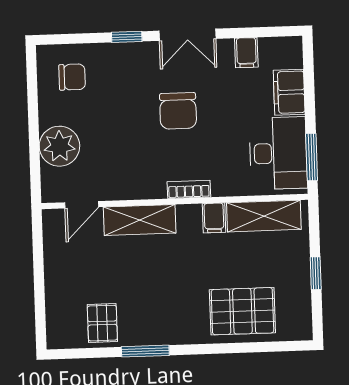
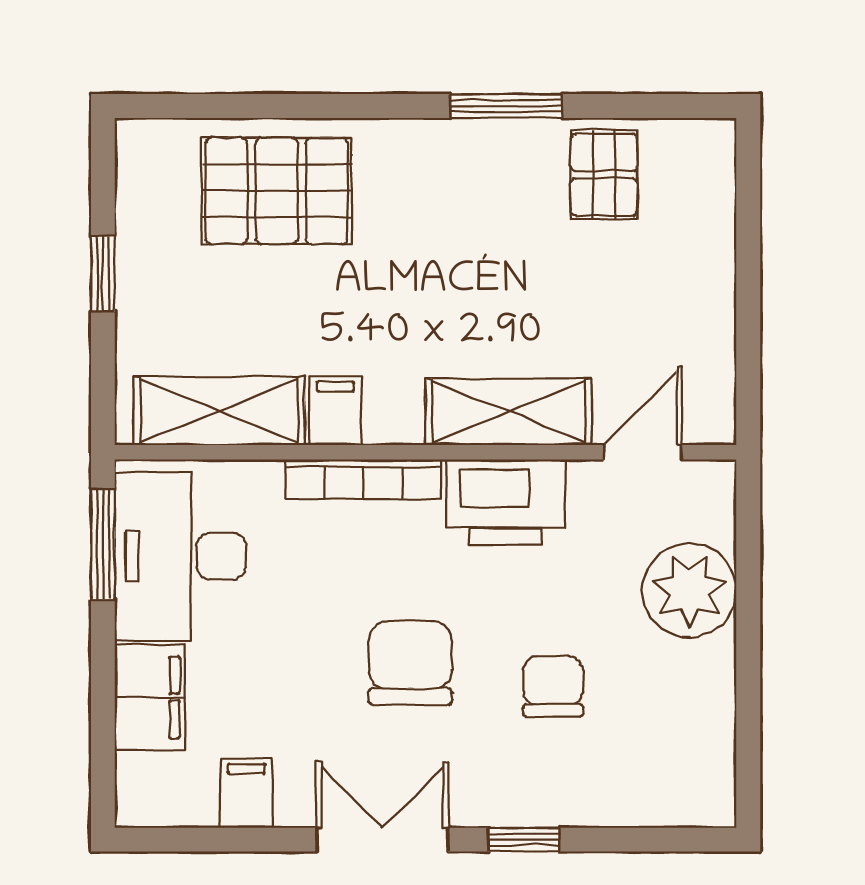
chair: (72, 77) -> (553, 686), moved, turned 90
printer: (140, 181) -> (506, 502), added
bookcase: (189, 189) -> (363, 479), width x1.56

